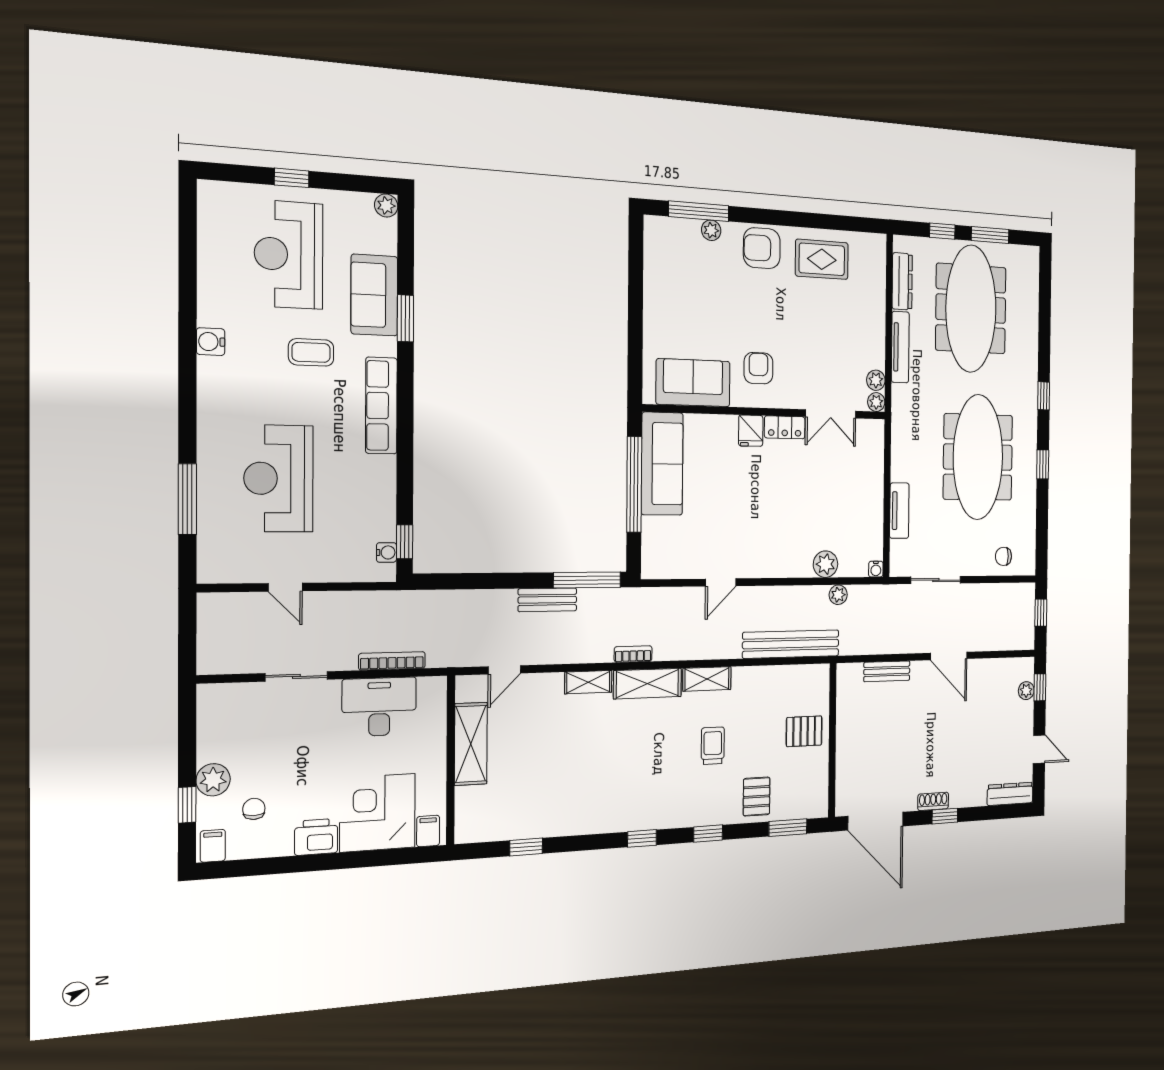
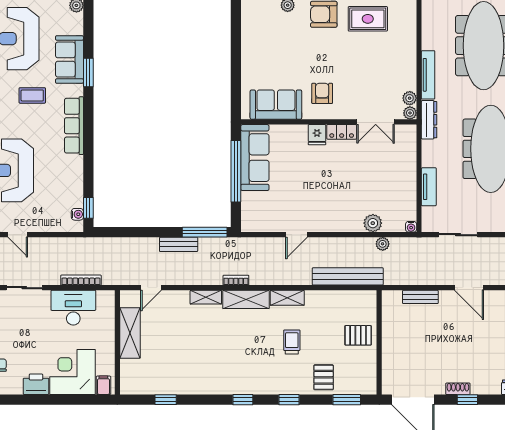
dresser: (902, 281) -> (429, 120), moved

